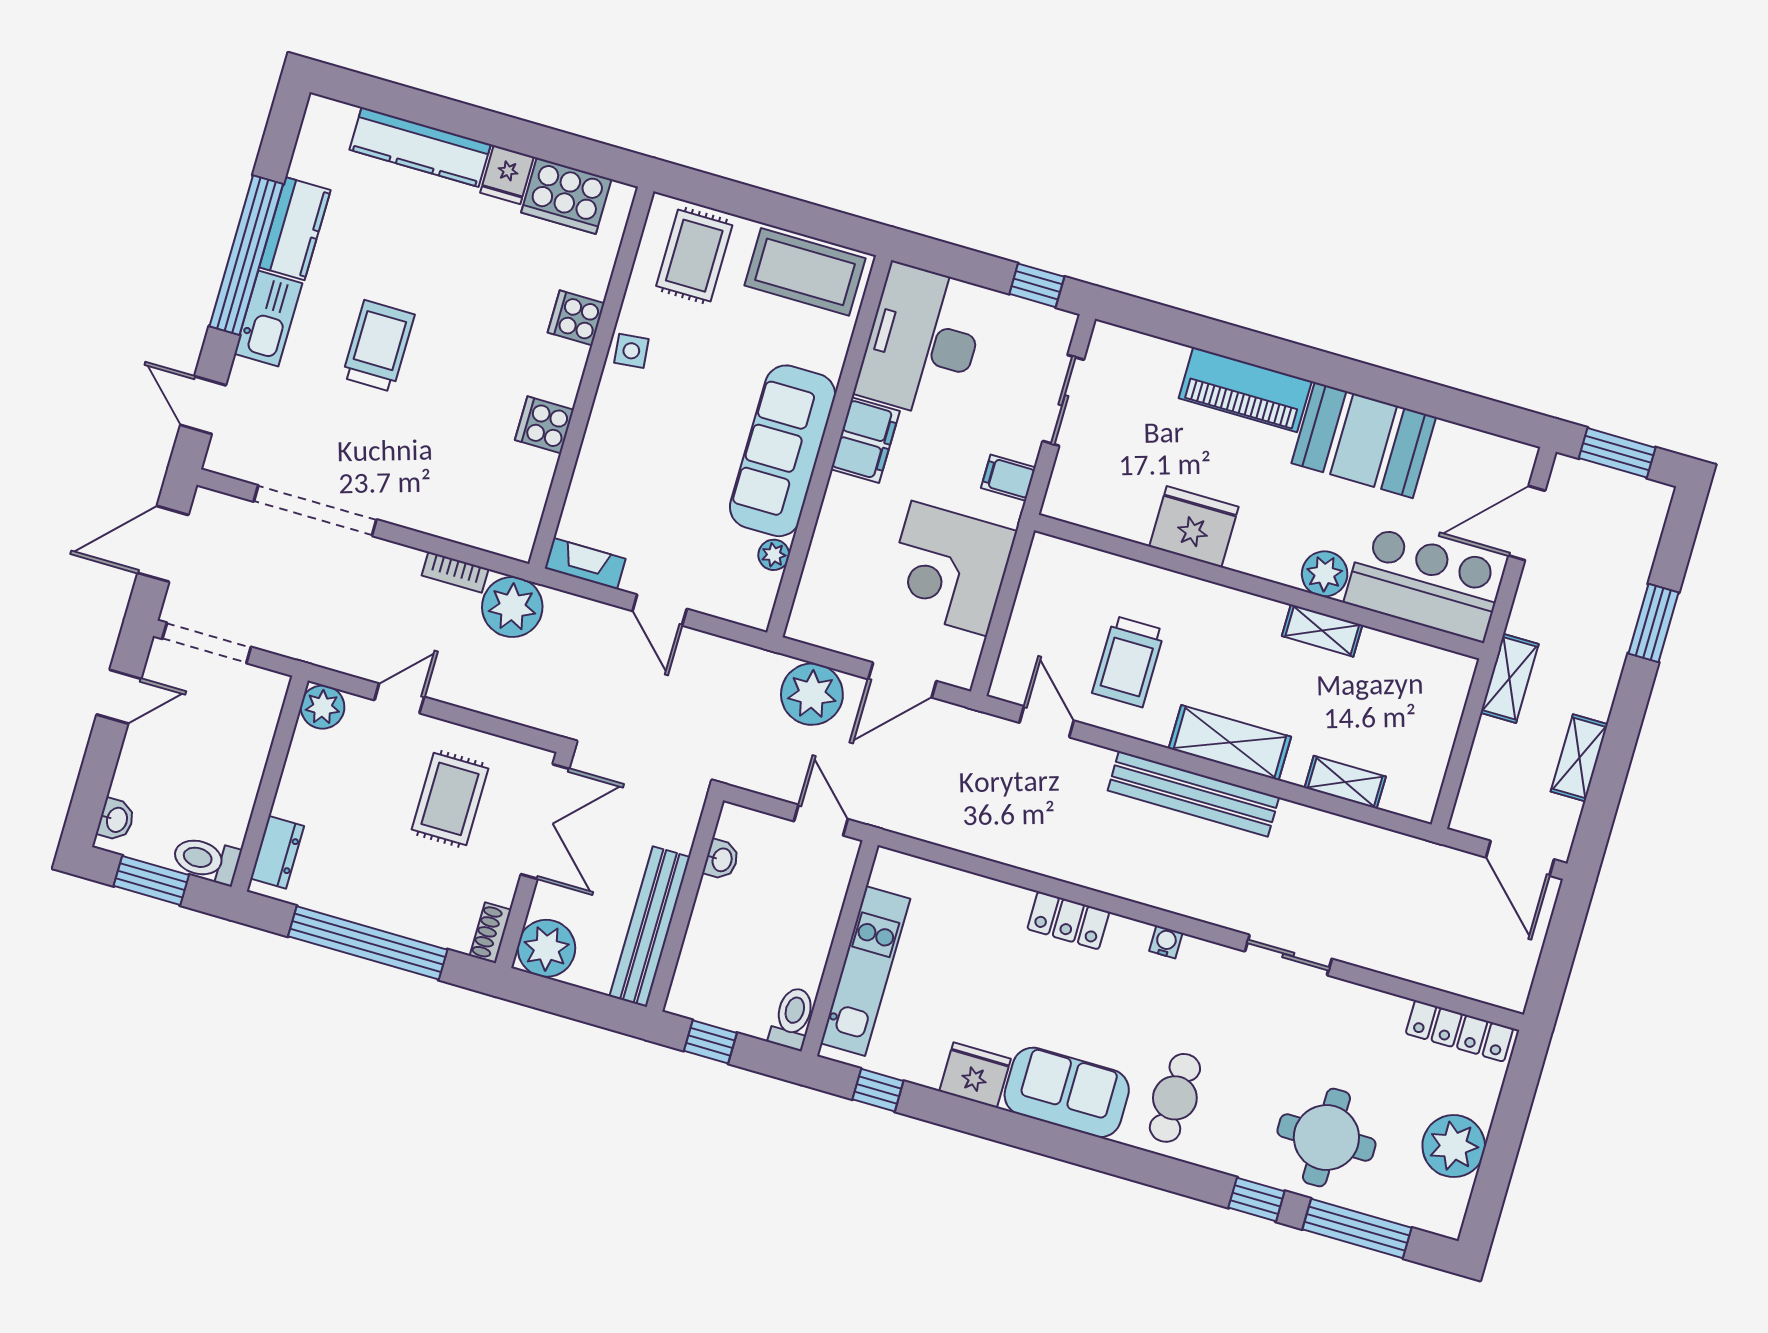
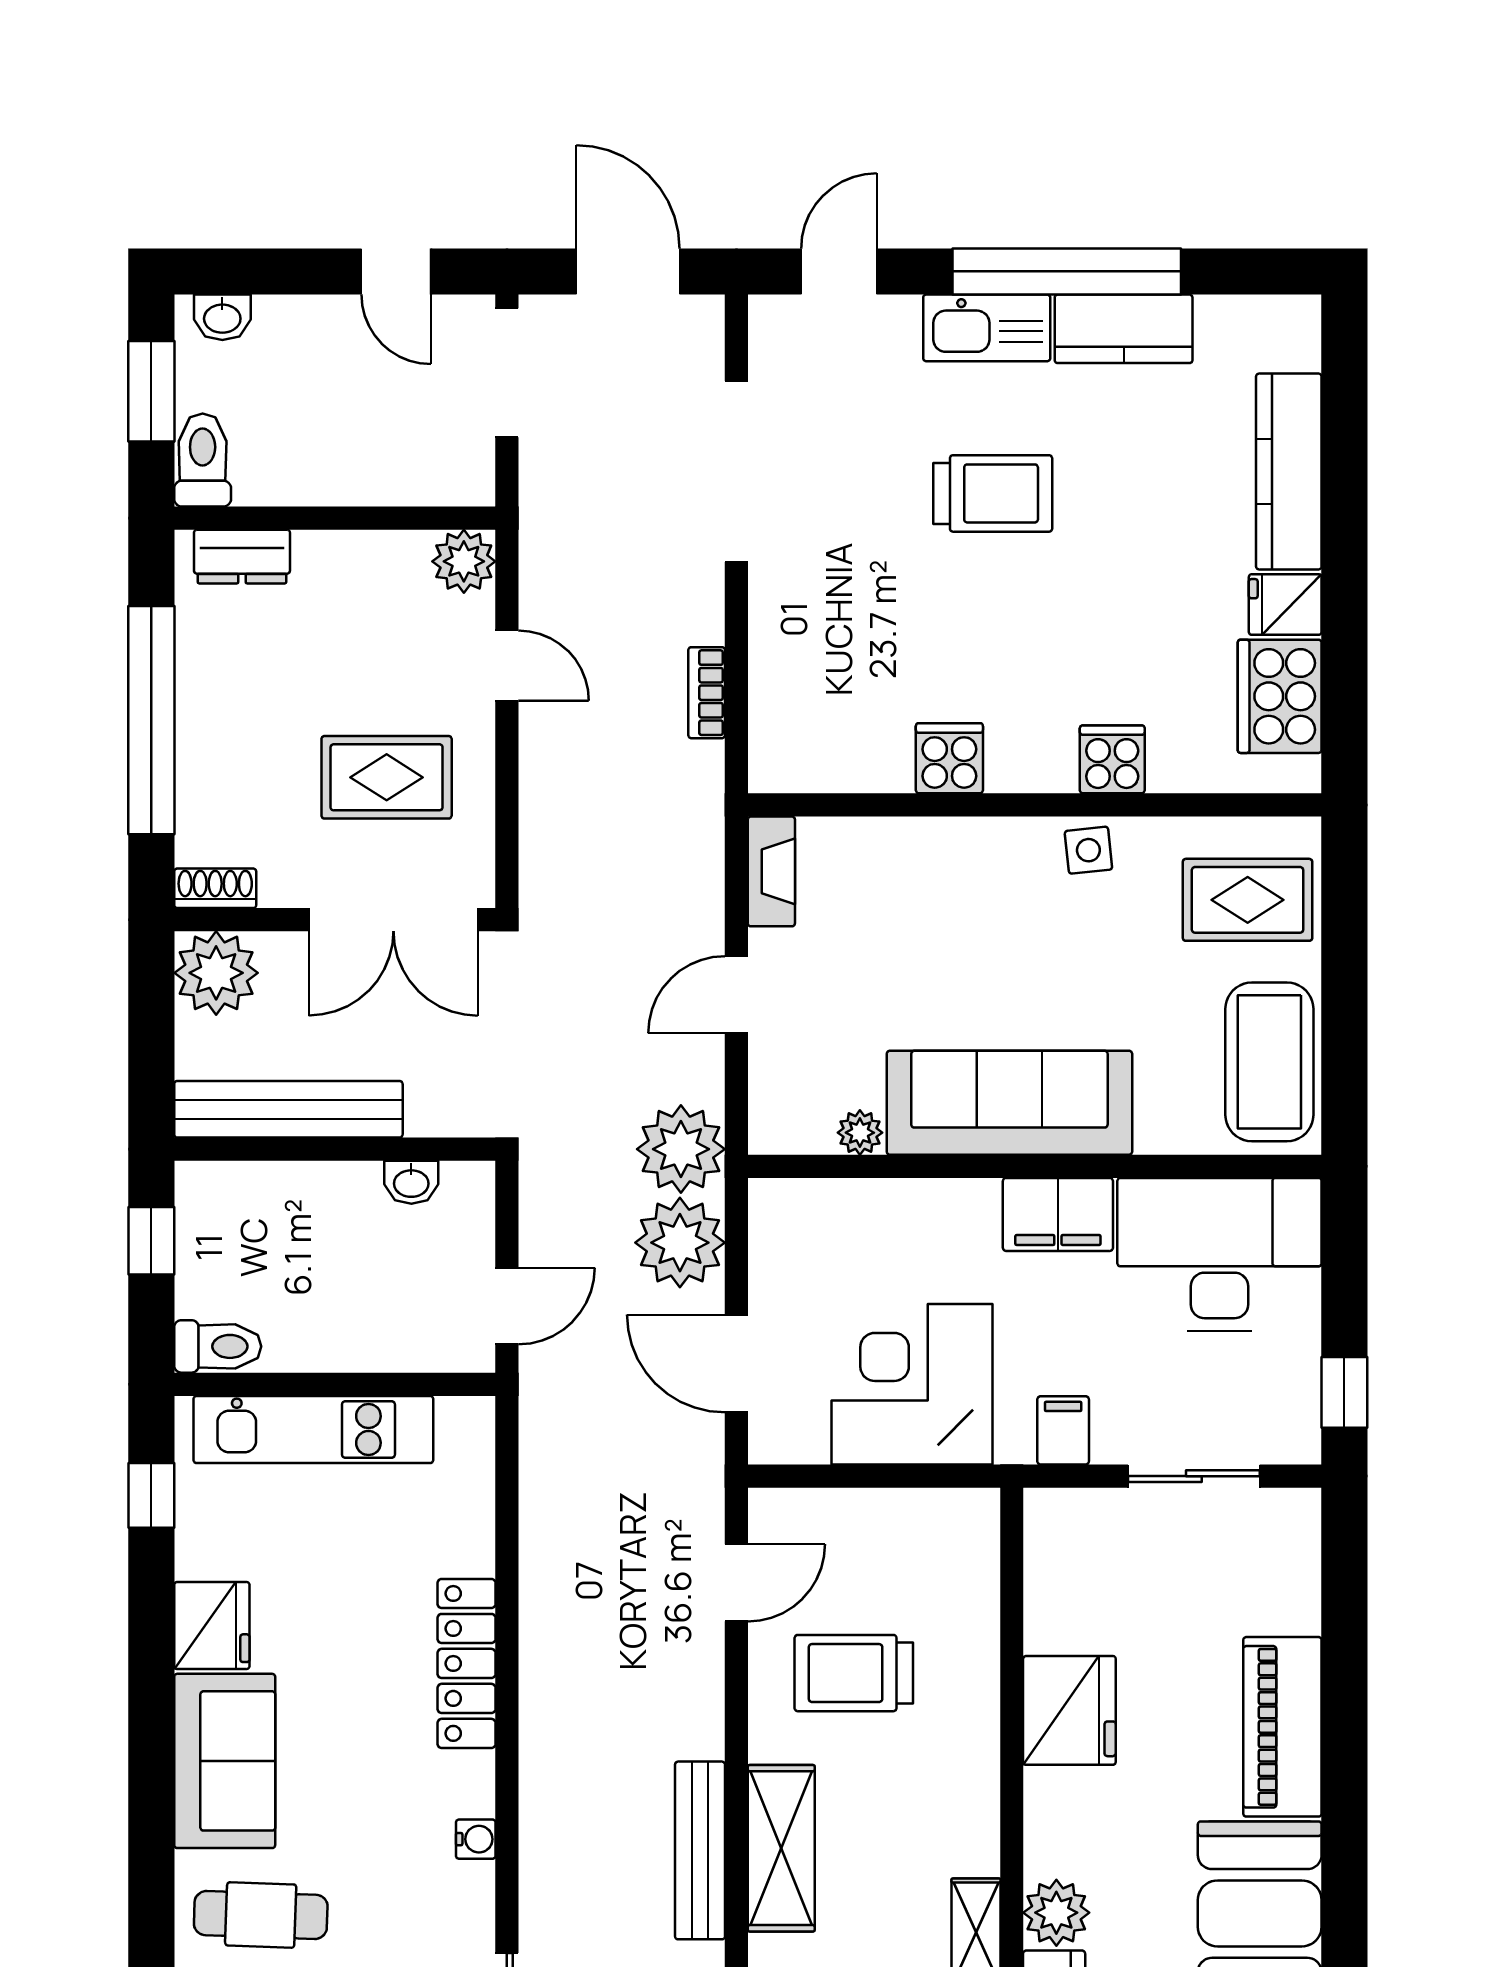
plant: (512, 607) -> (681, 1149), moved
bench: (1193, 794) -> (700, 1850), width x0.73, depth x0.82
locker: (1068, 920) -> (467, 1663), width x1.53

